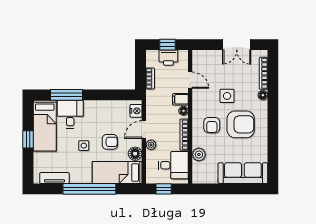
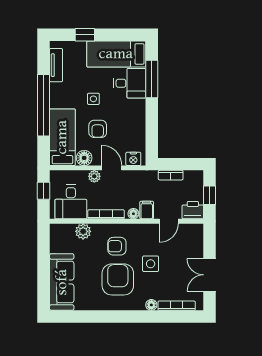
printer: (168, 58) -> (193, 210), moved, turned 90
armchair: (241, 124) -> (118, 279), turned 180
window: (28, 139) -> (85, 35), moved

